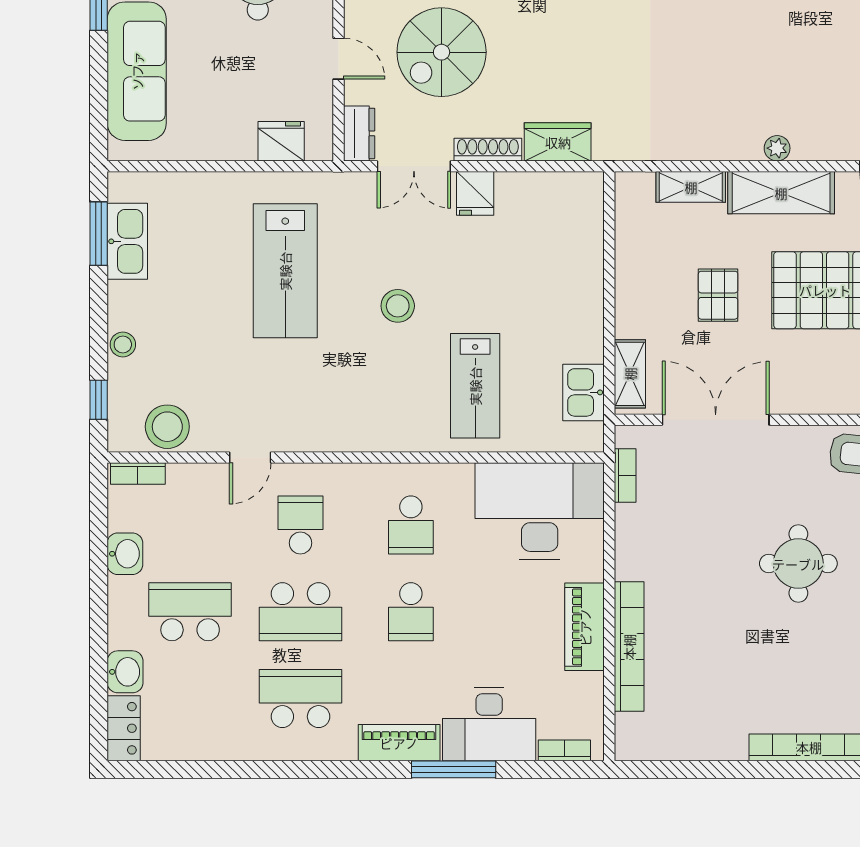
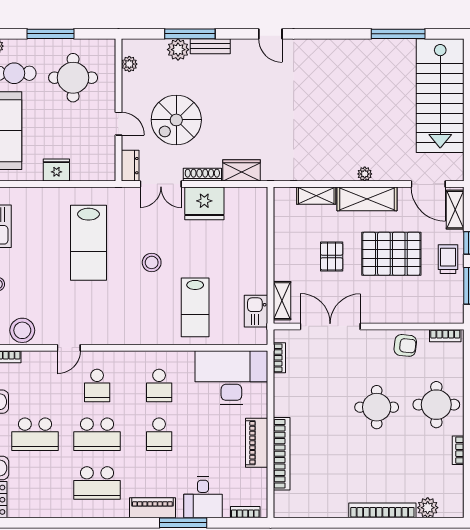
fridge: (281, 141) -> (56, 170), moved
fridge: (475, 193) -> (204, 203), width x1.88, depth x1.34
school desk: (300, 525) -> (97, 386), turned 180
school desk: (190, 612) -> (35, 434), turned 180
school desk: (300, 699) -> (97, 483), turned 180
desk: (489, 724) -> (203, 497), width x0.73

